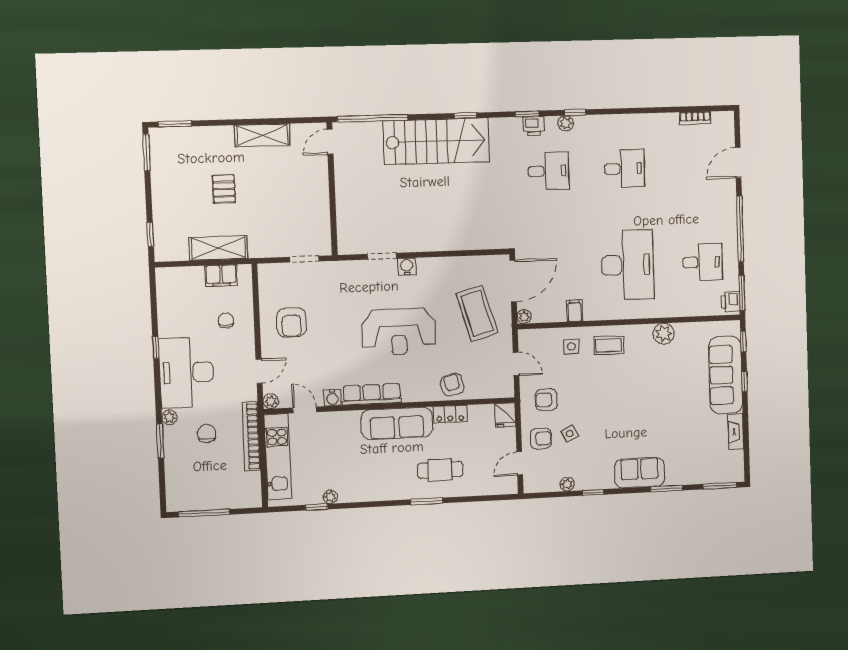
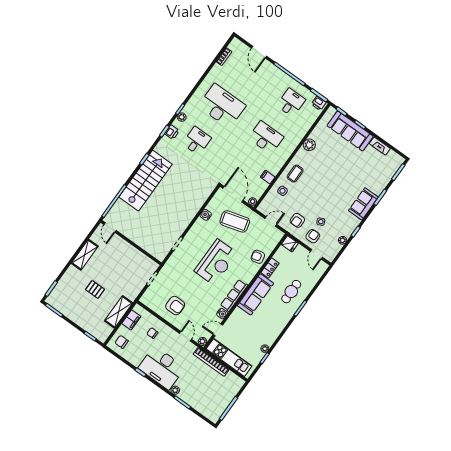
desk: (625, 169) -> (222, 106), width x1.87, depth x1.30
desk: (628, 265) -> (266, 137), width x0.73, depth x0.77
water cooler: (407, 267) -> (206, 215), moved
chair: (207, 434) -> (122, 342), moved

